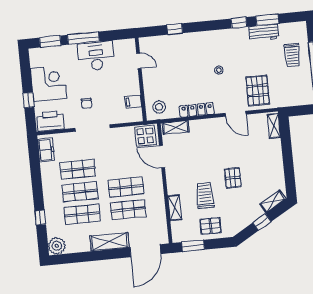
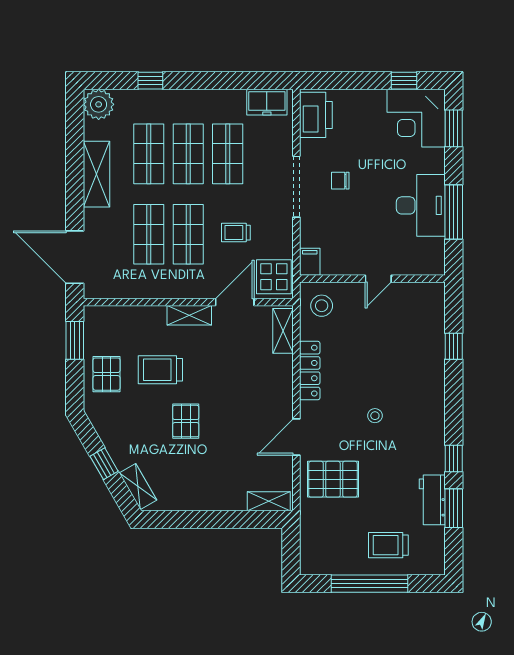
window: (83, 38) -> (454, 212), moved
door: (139, 61) -> (378, 279), moved
corner desk: (49, 83) -> (416, 118), moved, turned 90
window: (29, 100) -> (404, 81), moved
filing cabinet: (133, 102) -> (310, 262), moved
trolley: (122, 160) -> (236, 233), added
pallet: (233, 178) -> (186, 421), turned 90
trolley: (205, 195) -> (160, 370), turned 180
shelving: (175, 208) -> (189, 315), moved
shelving: (110, 242) -> (97, 174), moved

